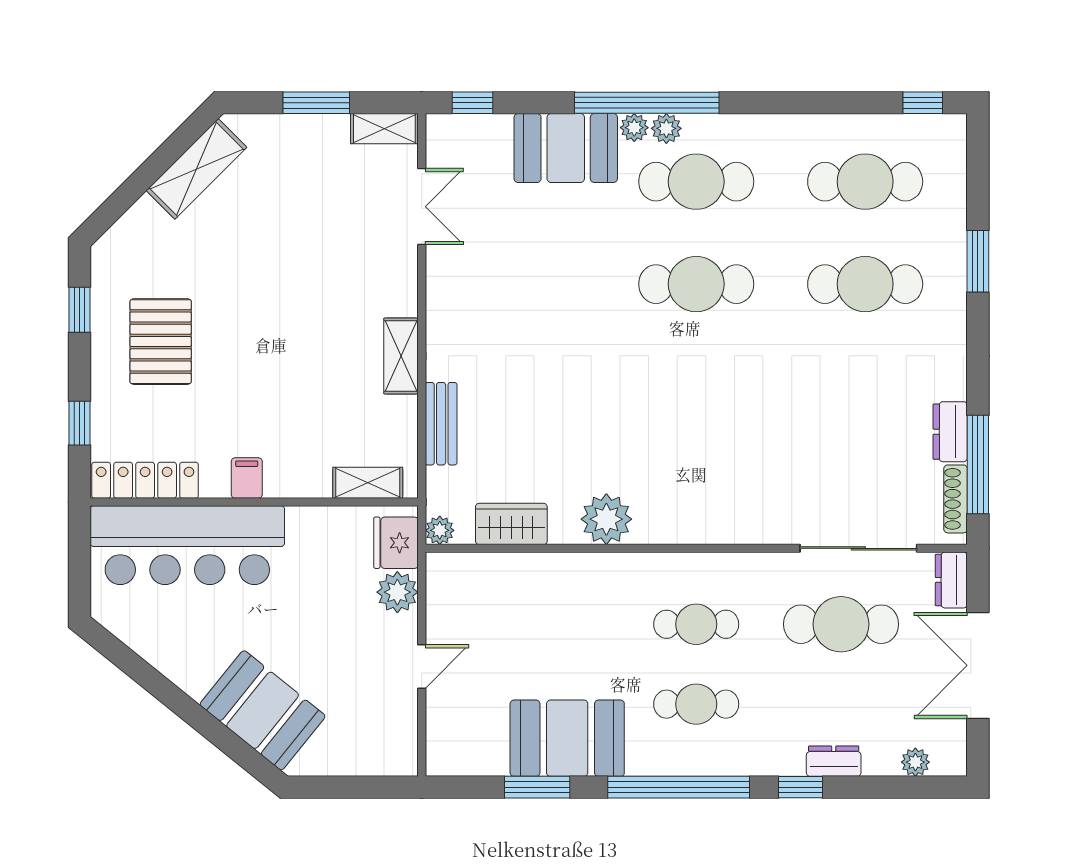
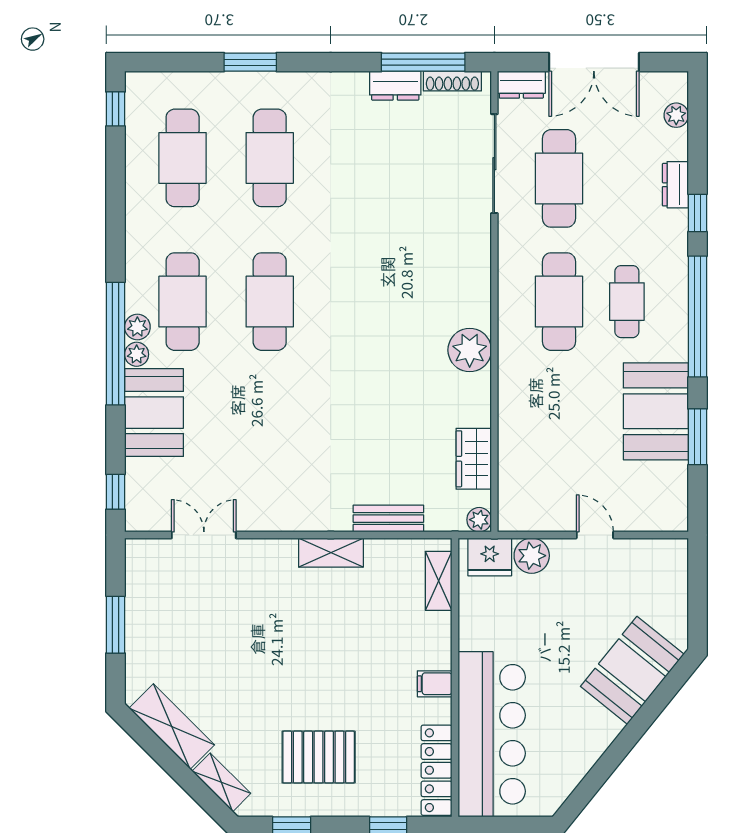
shelving: (384, 129) -> (221, 782), moved, turned -45
plant: (606, 519) -> (470, 350), moved
cafe table: (696, 624) -> (559, 302), width x1.37, depth x1.35

